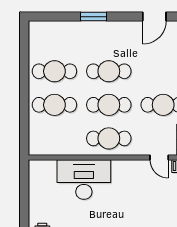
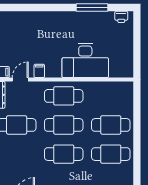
door: (159, 157) -> (20, 79), hinge flipped
filing cabinet: (137, 167) -> (39, 71), added

